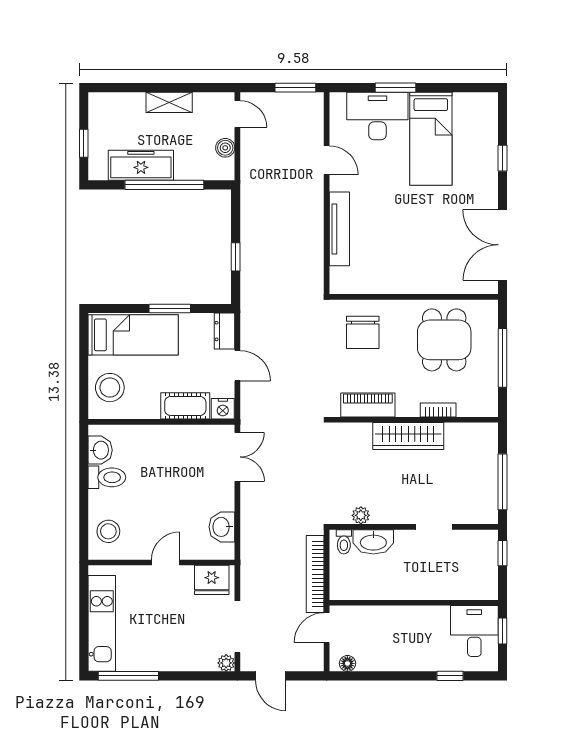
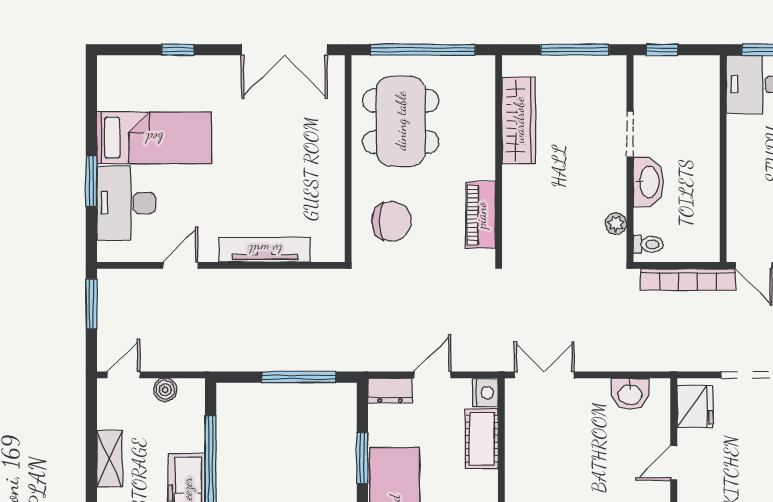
window: (236, 257) -> (299, 377), width x2.17
dining table: (444, 340) -> (401, 121), width x1.38
window: (503, 358) -> (423, 50), width x1.46
bookcase: (438, 410) -> (487, 129), removed
wardrobe: (408, 436) -> (519, 120), moved
washbasin: (373, 542) -> (648, 182), moved
door: (166, 563) -> (674, 463), hinge flipped

